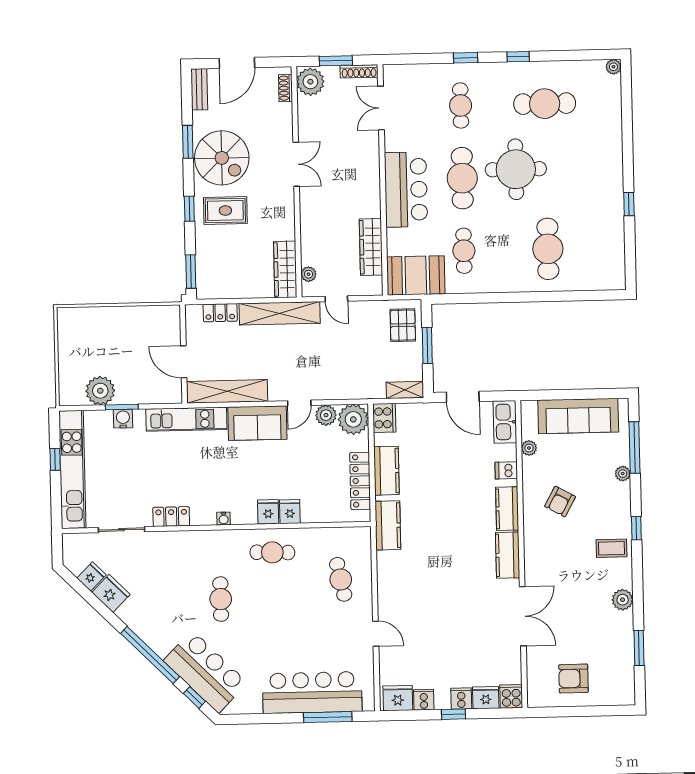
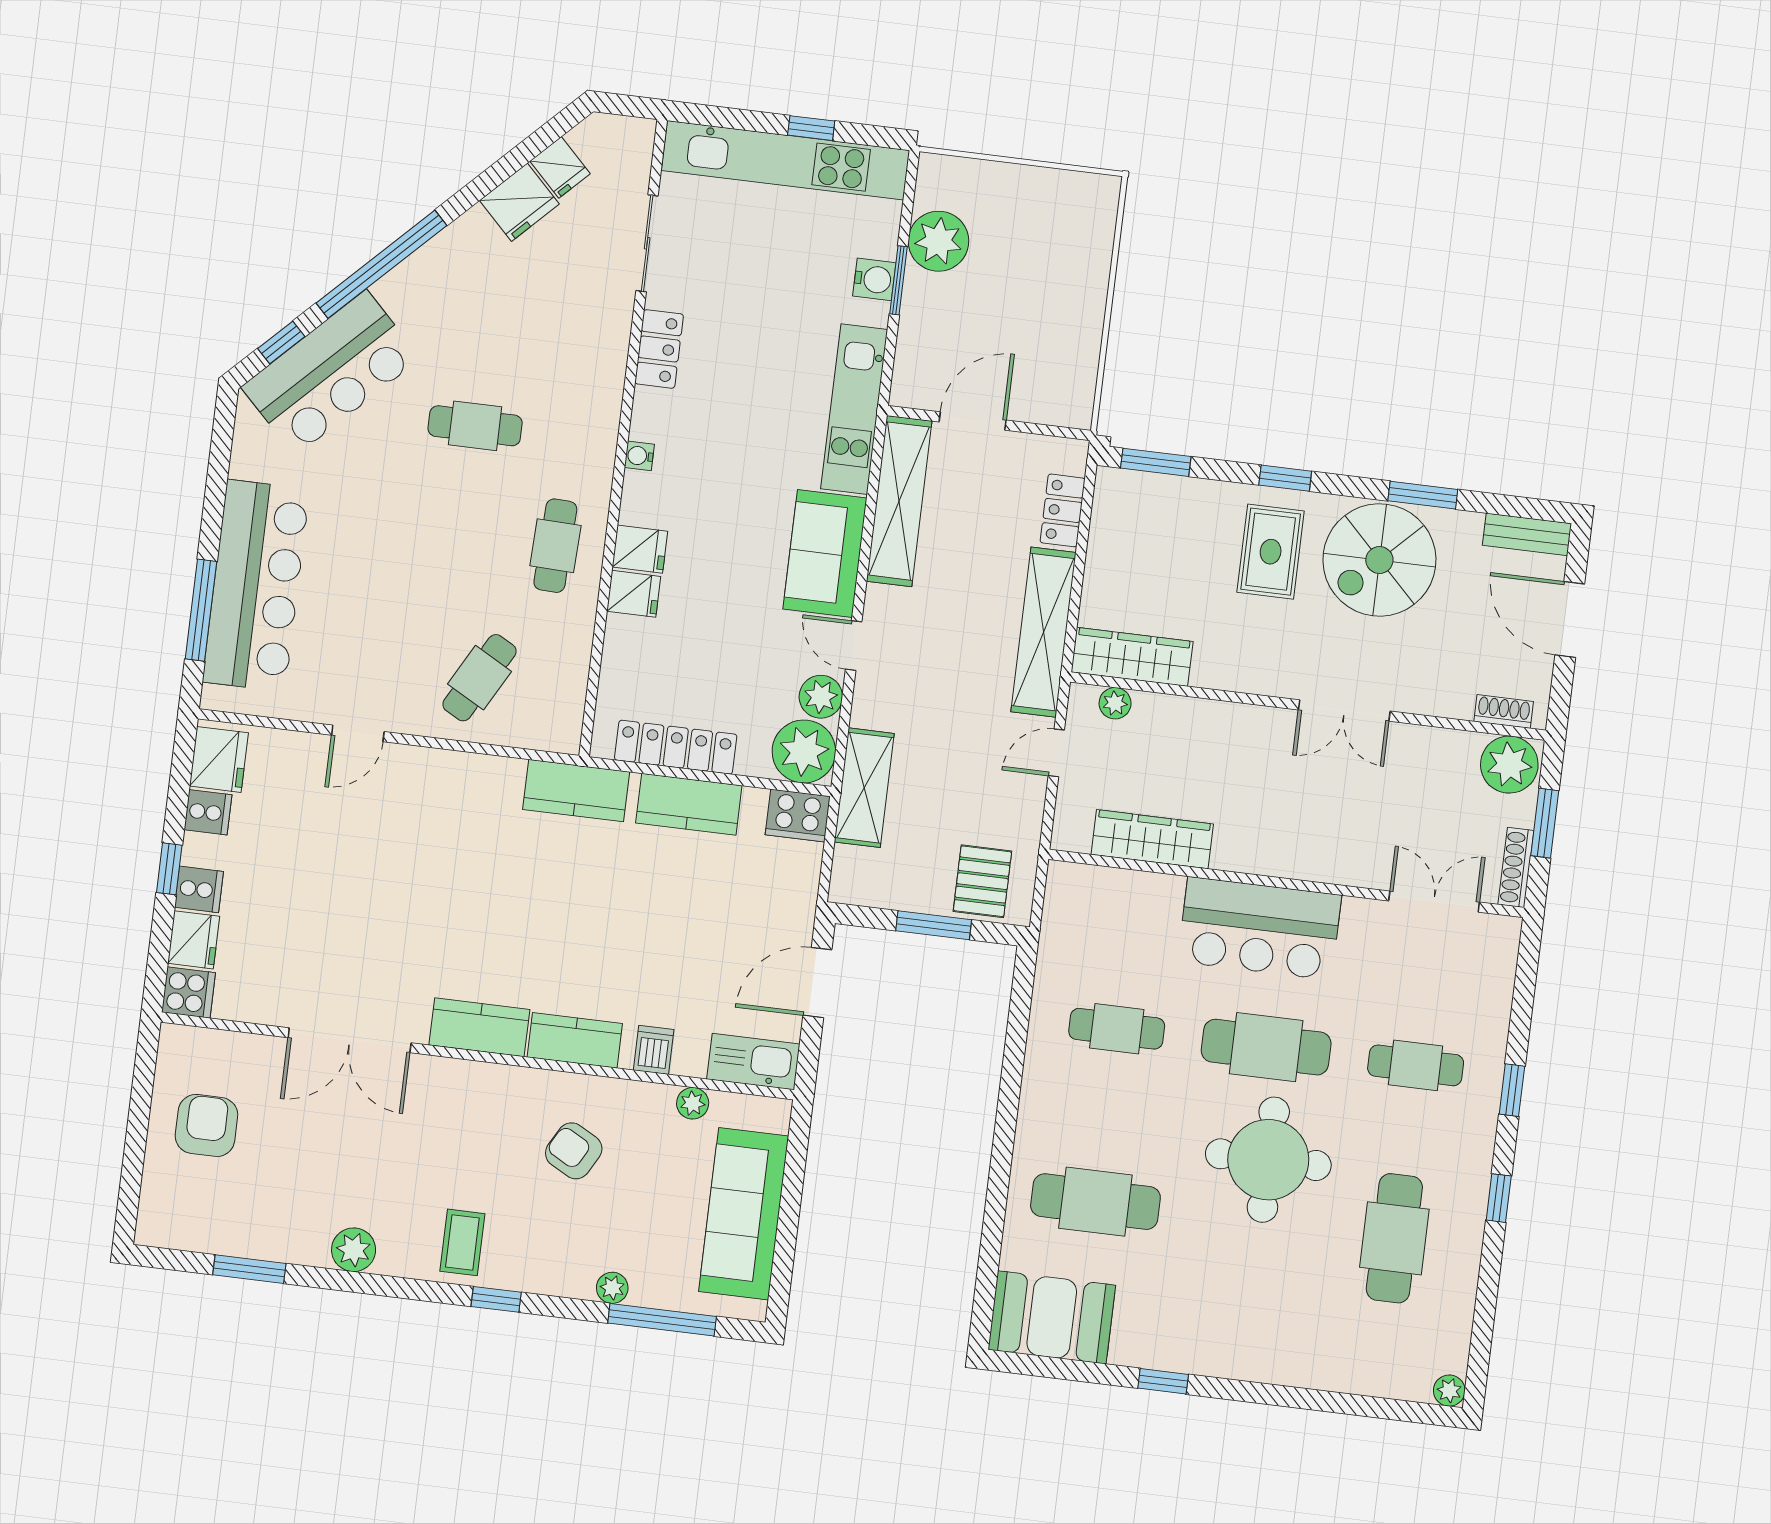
booth: (416, 275) -> (1052, 1317), moved, turned 90
pallet: (403, 325) -> (982, 881), turned 90
shelving: (405, 390) -> (864, 788), moved, width x1.50, depth x1.33
cafe table: (341, 579) -> (479, 678), turned -49

